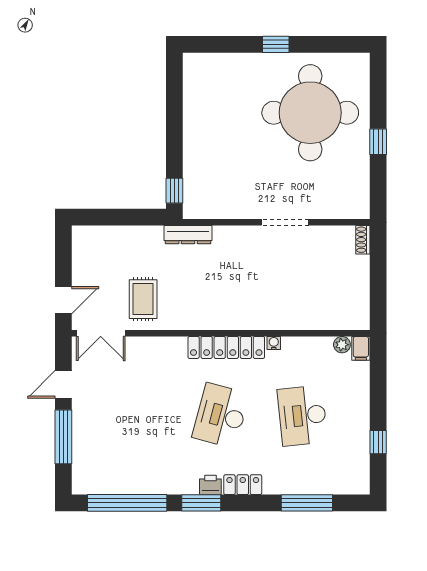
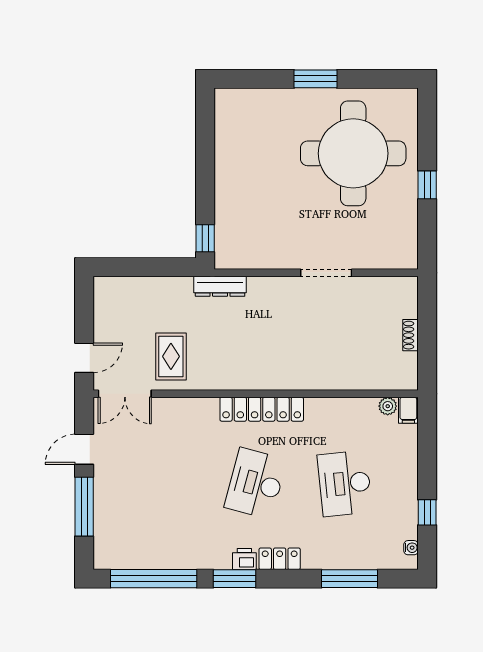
window: (276, 44) -> (316, 79), width x1.50
shoe rack: (363, 240) -> (411, 335), moved
water cooler: (274, 343) -> (411, 548), moved, turned 90

